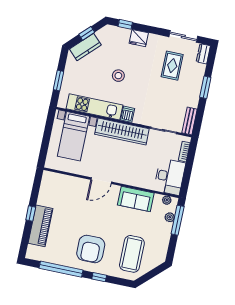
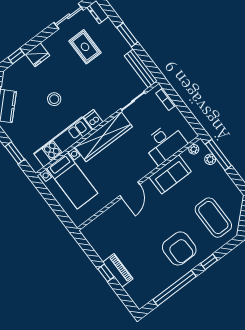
bench: (190, 121) -> (141, 68), width x1.36
desk: (170, 177) -> (165, 143), moved, turned 90
piano: (40, 226) -> (118, 270), width x0.73, depth x0.75

